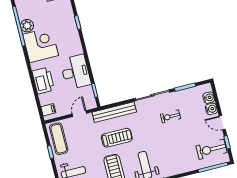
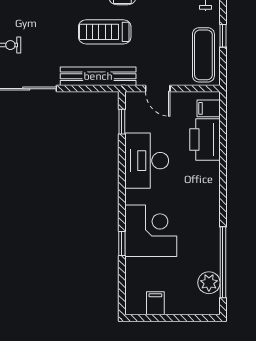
plant: (27, 26) -> (209, 283), moved
corner desk: (41, 45) -> (151, 231), moved, turned 180
printer: (43, 81) -> (205, 140), moved
door: (79, 114) -> (158, 89), hinge flipped

